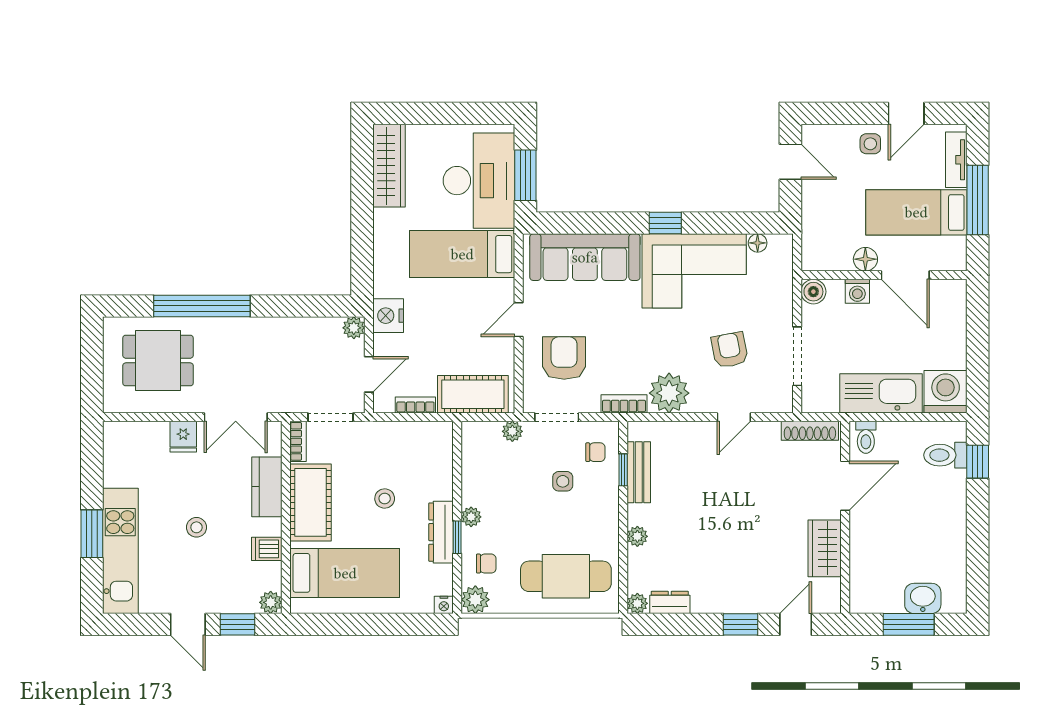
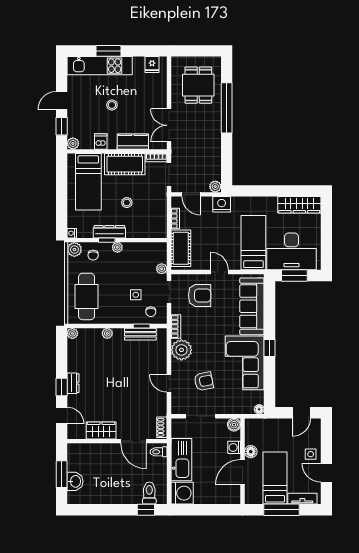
floor lamp: (758, 243) -> (259, 409), moved
shoe rack: (810, 431) -> (162, 427), width x0.70
fridge: (183, 437) -> (152, 65), moved, turned -90
dresser: (670, 602) -> (73, 383), moved

